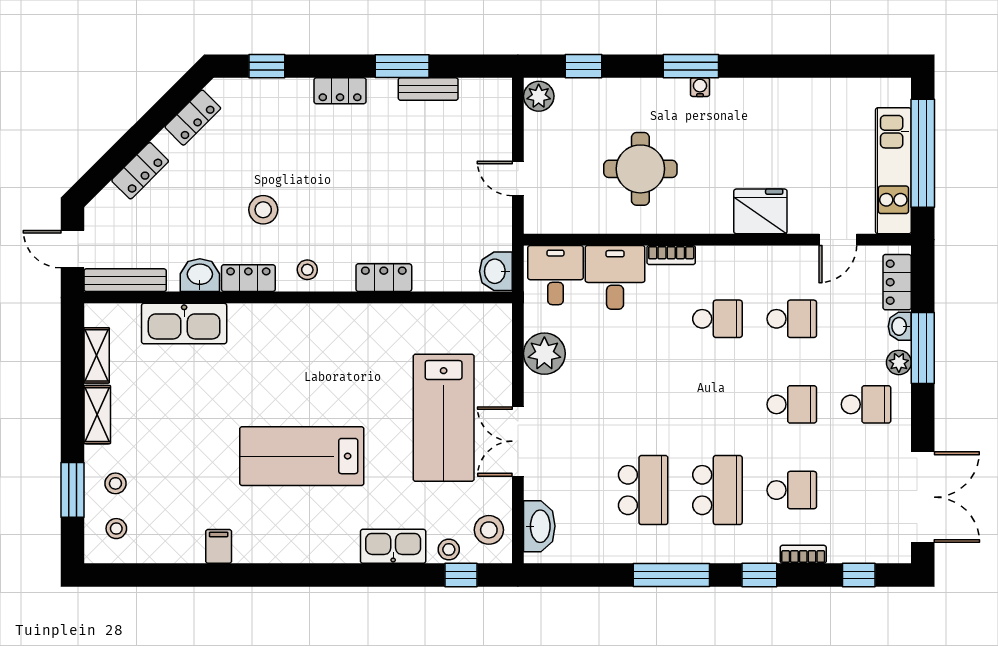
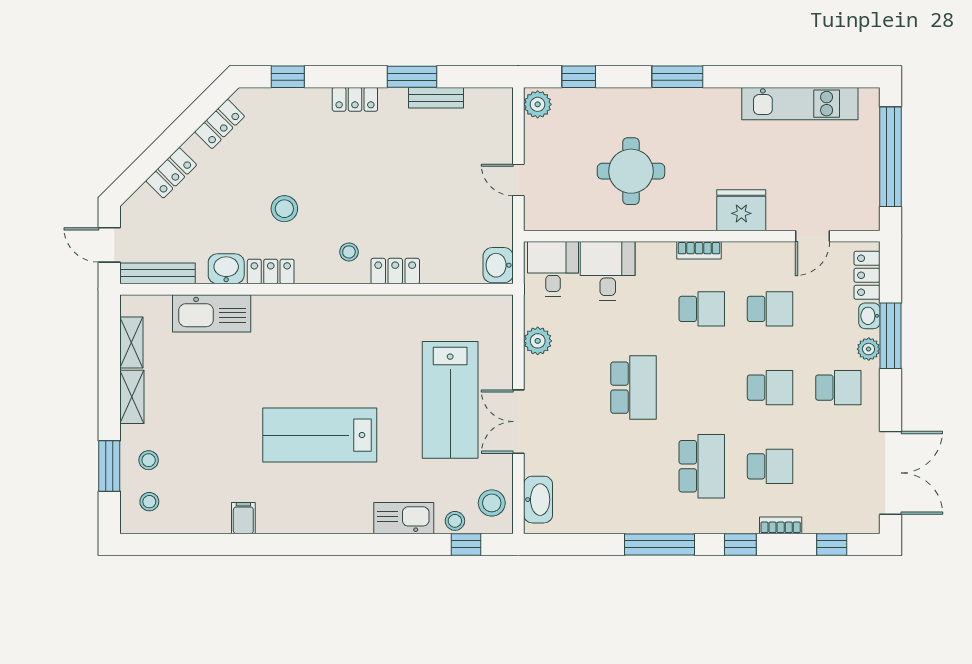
water cooler: (700, 87) -> (686, 96), removed
kitchen unit: (893, 171) -> (800, 104), moved, turned -90
bookcase: (671, 255) -> (699, 250), moved
stool: (307, 270) -> (349, 252), moved
plant: (544, 354) -> (538, 341), width x0.73, depth x0.73
school desk: (643, 490) -> (634, 388), moved

